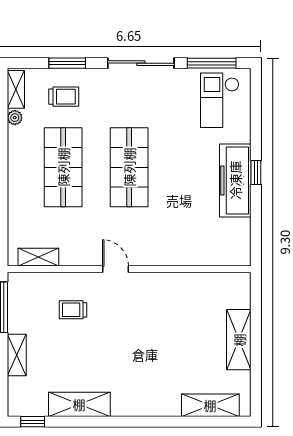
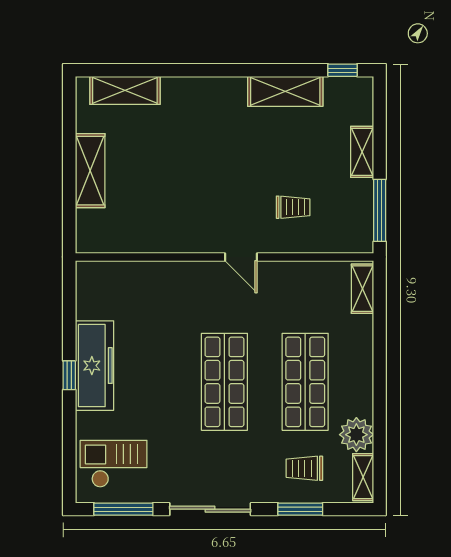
checkout: (220, 100) -> (114, 464), turned -90
plant: (15, 118) -> (356, 435), width x1.88, depth x1.88
shelving: (38, 257) -> (362, 289), moved, turned 90

